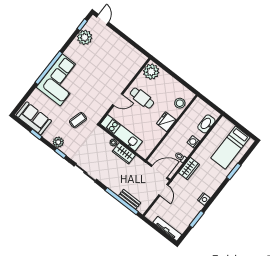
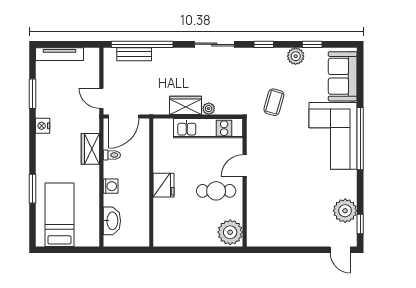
stool: (180, 103) -> (165, 221), removed
sofa: (34, 118) -> (343, 76), moved, turned 90
plant: (58, 142) -> (296, 56), moved

